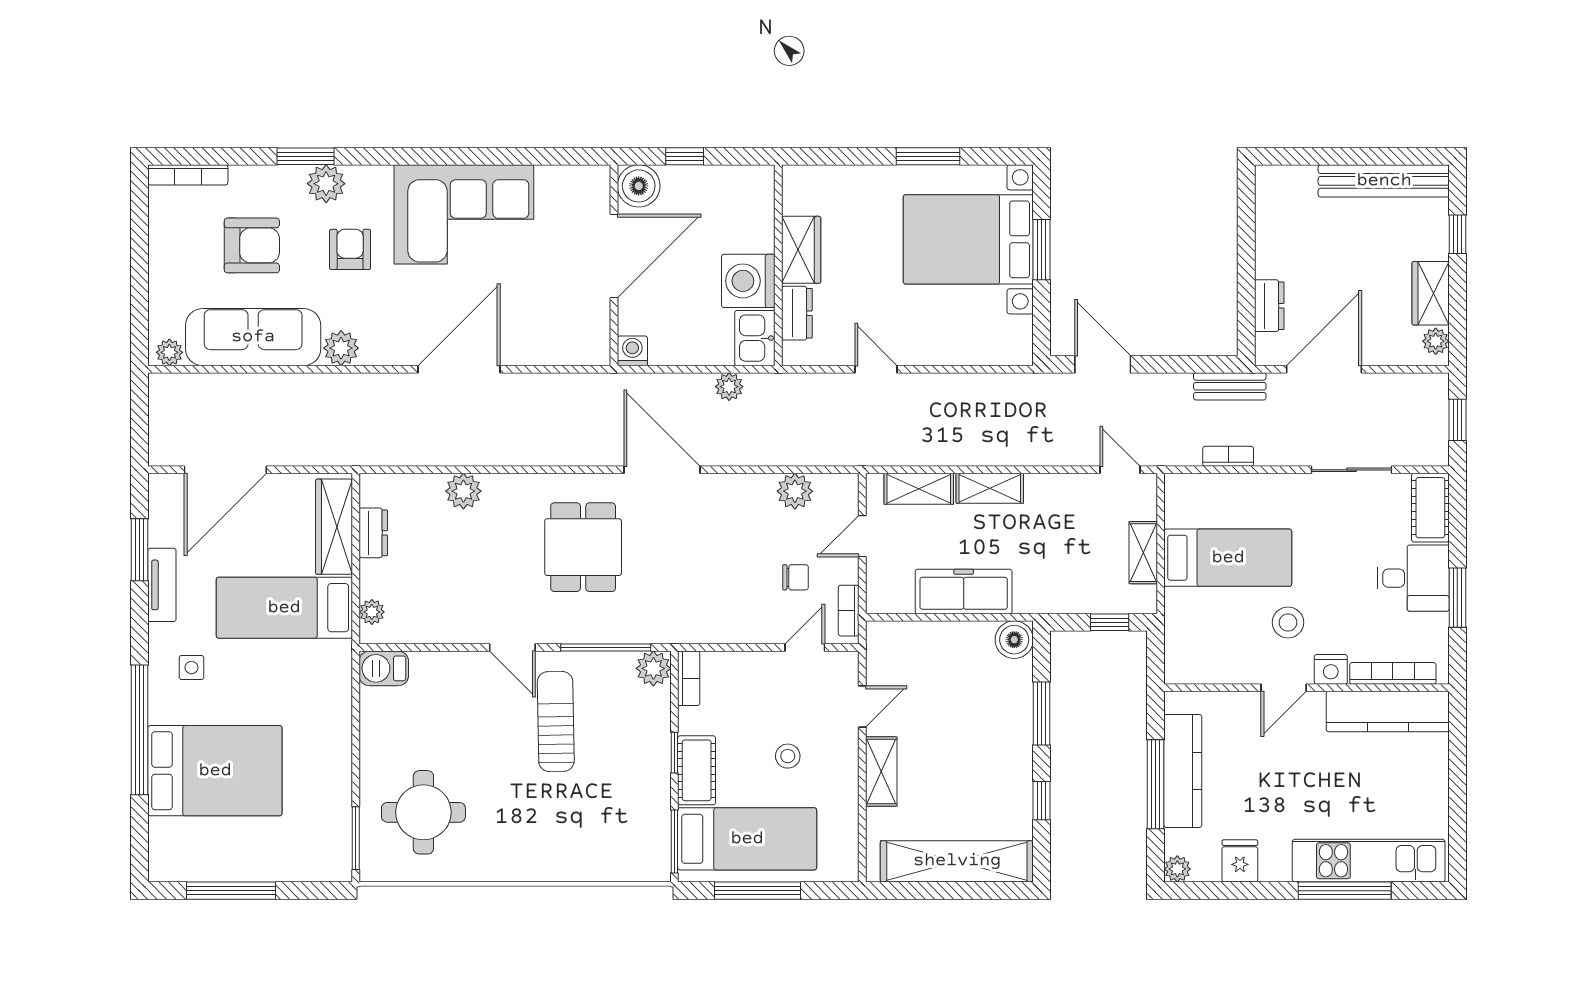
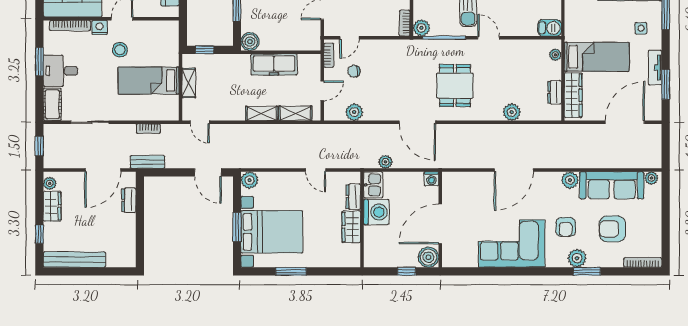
plant: (1015, 348) -> (249, 180), added

